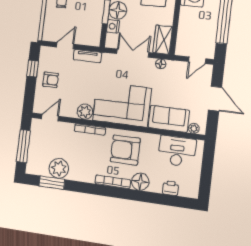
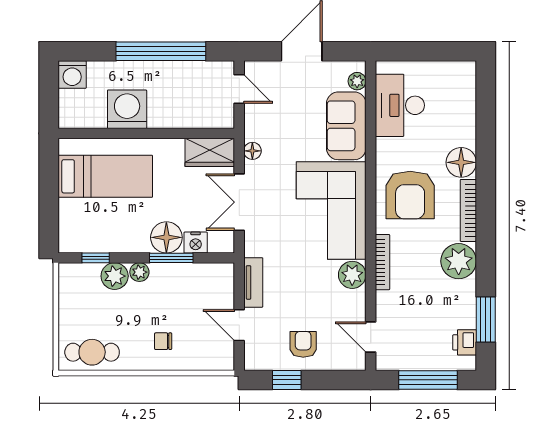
plant: (59, 168) -> (459, 261), moved
printer: (171, 188) -> (465, 342), moved

